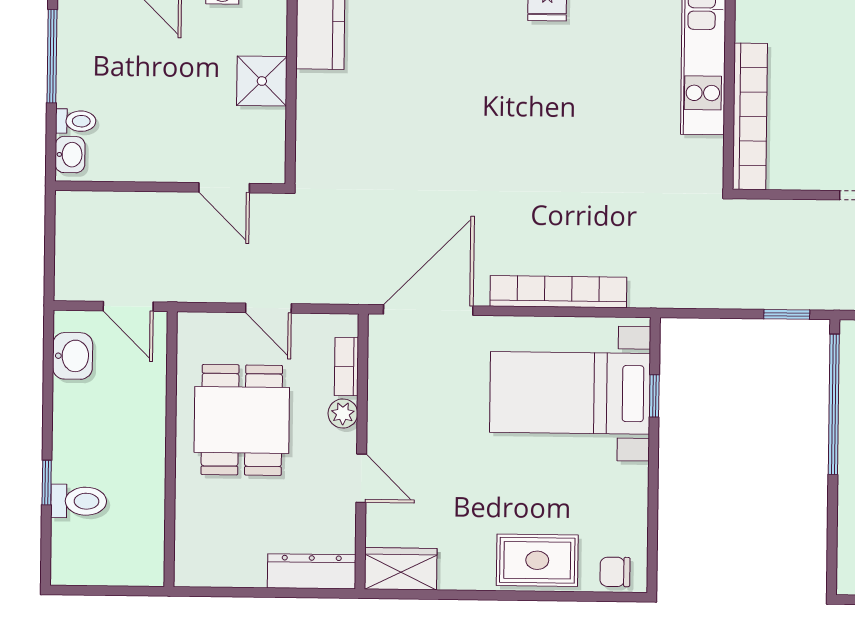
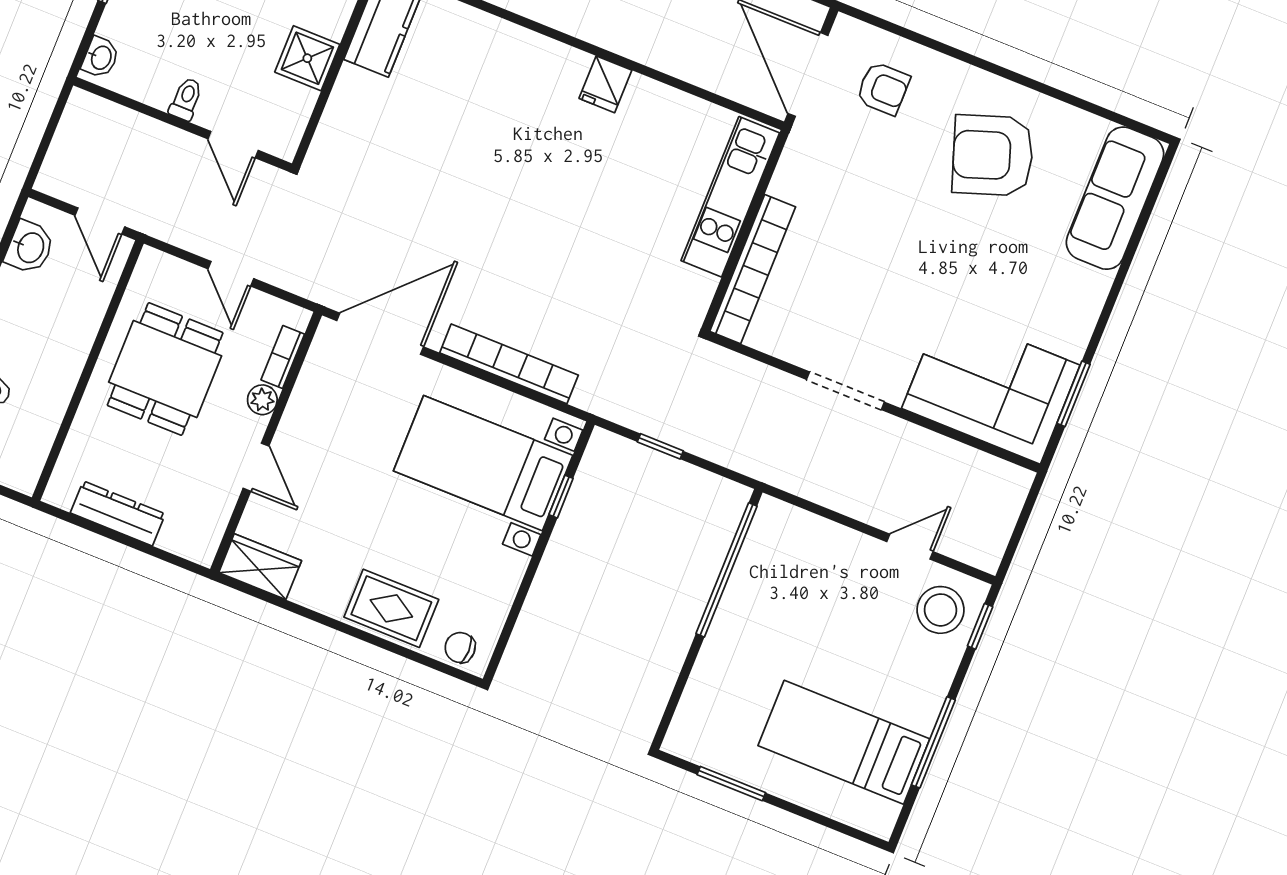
toilet: (76, 121) -> (186, 99), moved, turned -90
window: (787, 314) -> (660, 446), moved
dresser: (312, 571) -> (118, 513), moved

